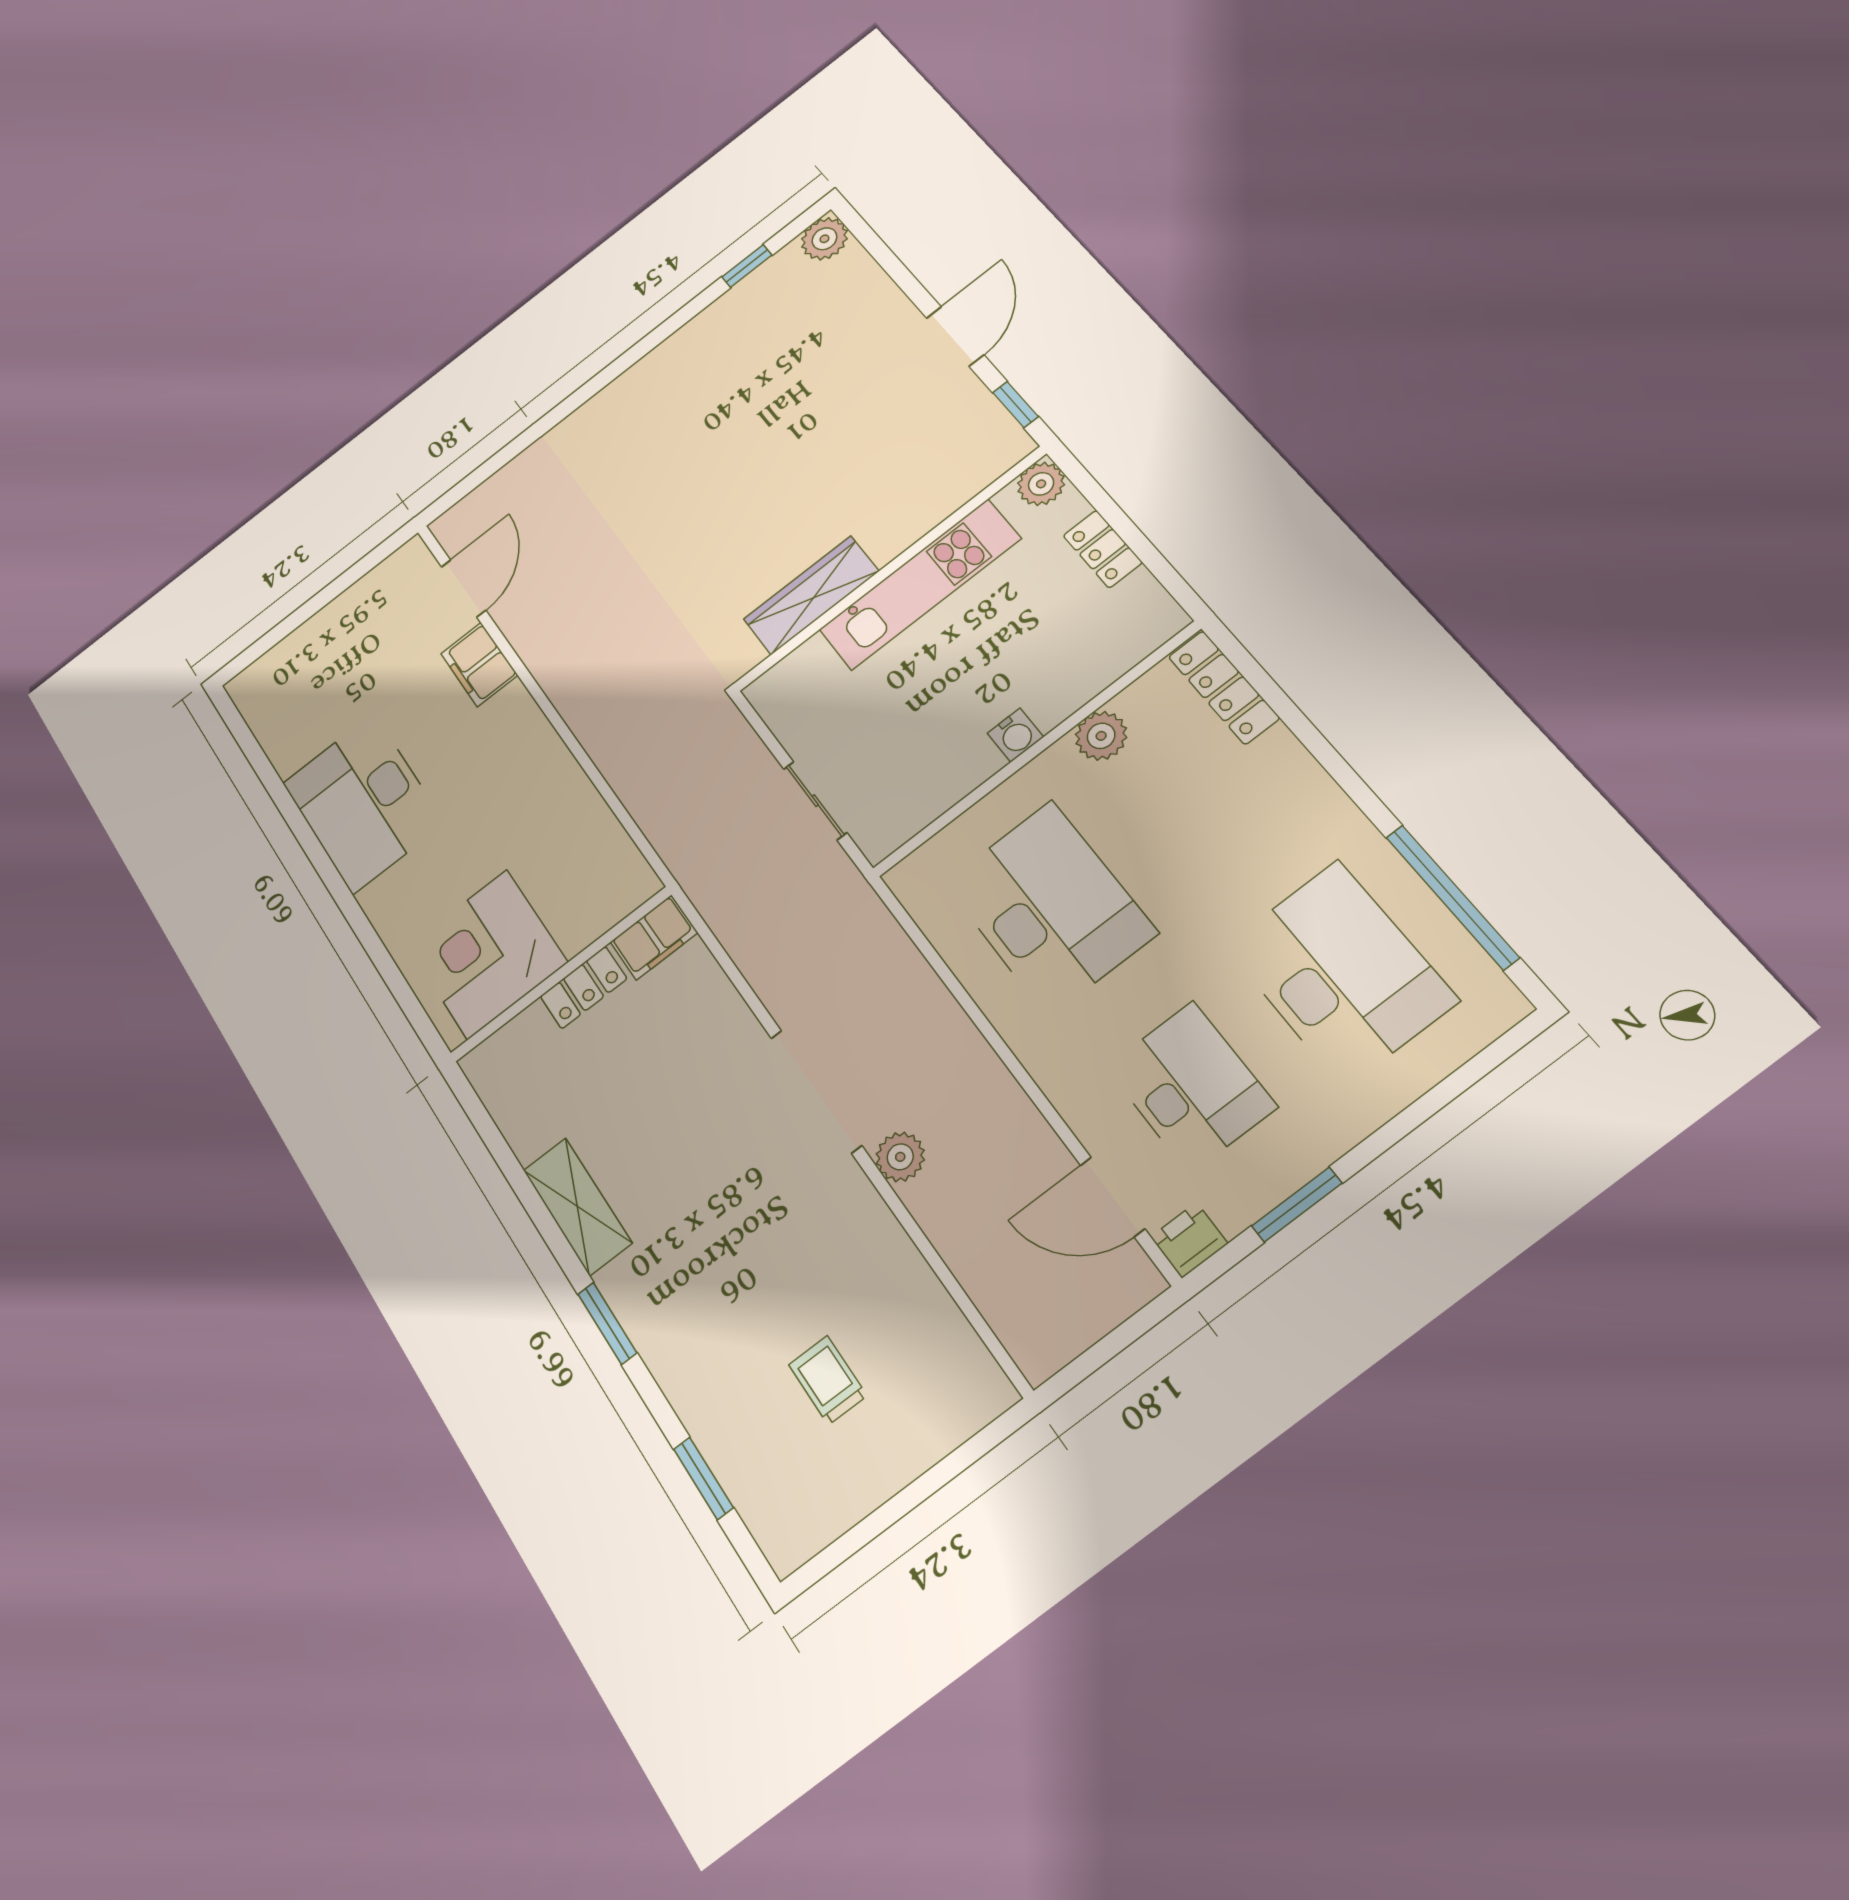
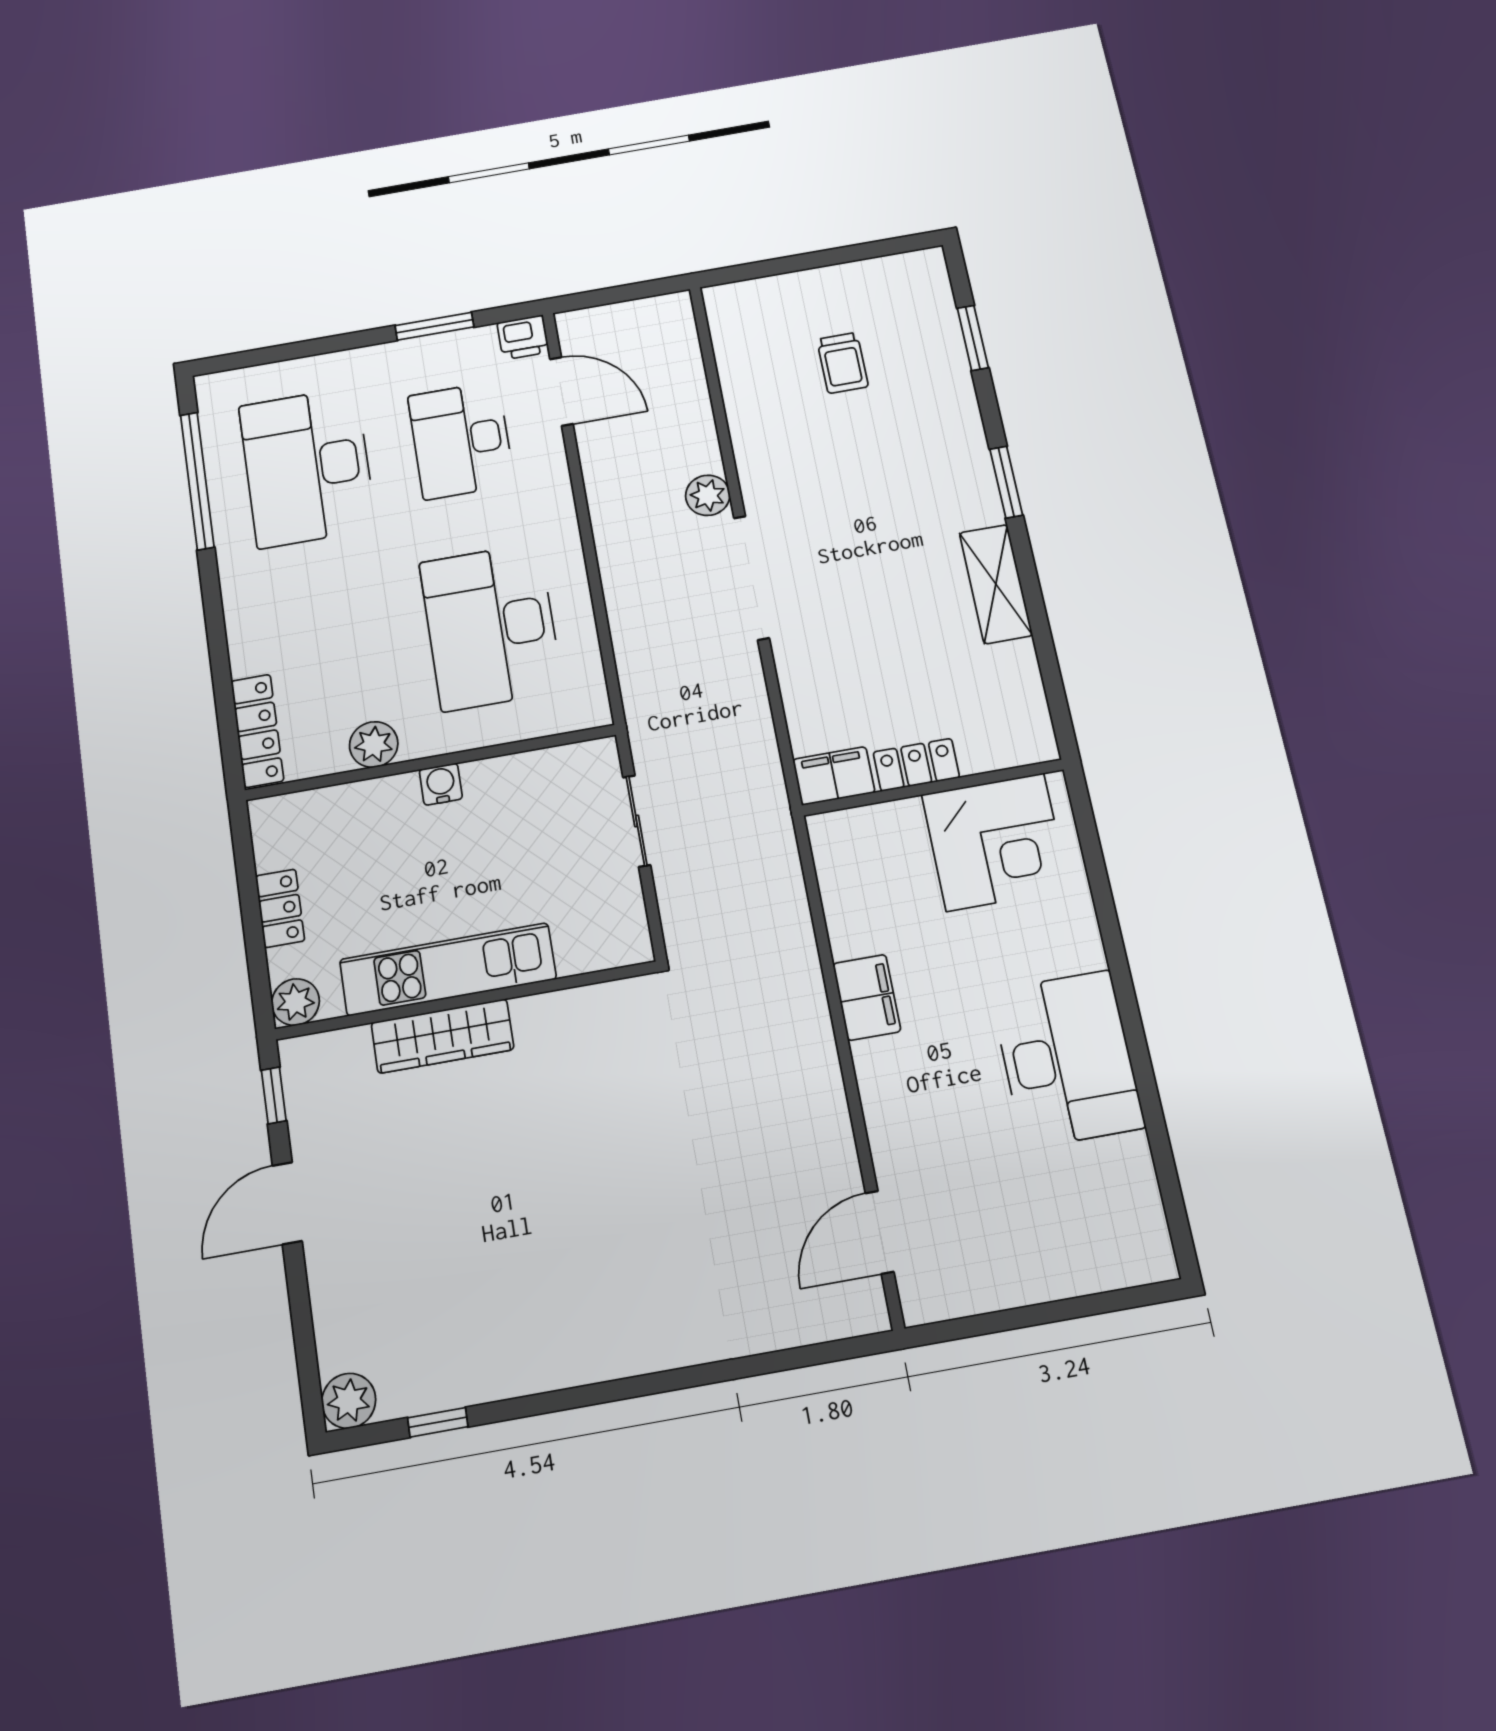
wardrobe: (811, 595) -> (442, 1036), moved
filing cabinet: (479, 664) -> (867, 997), moved

